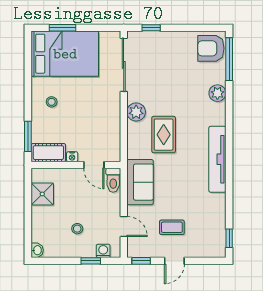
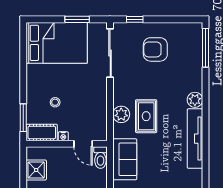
window: (62, 28) -> (77, 19), moved
armchair: (211, 48) -> (155, 49), moved
plant: (217, 93) -> (195, 100), moved
stool: (52, 102) -> (55, 102), moved
plant: (136, 112) -> (121, 114), moved

